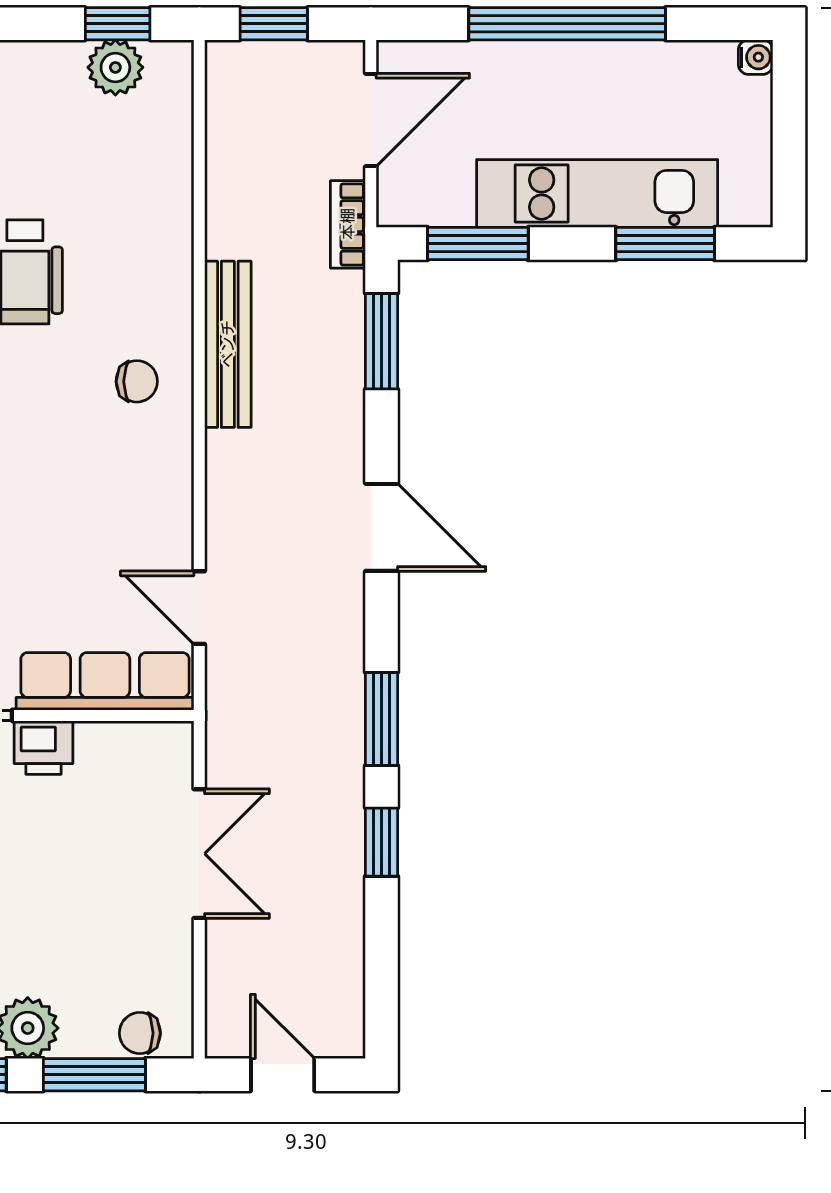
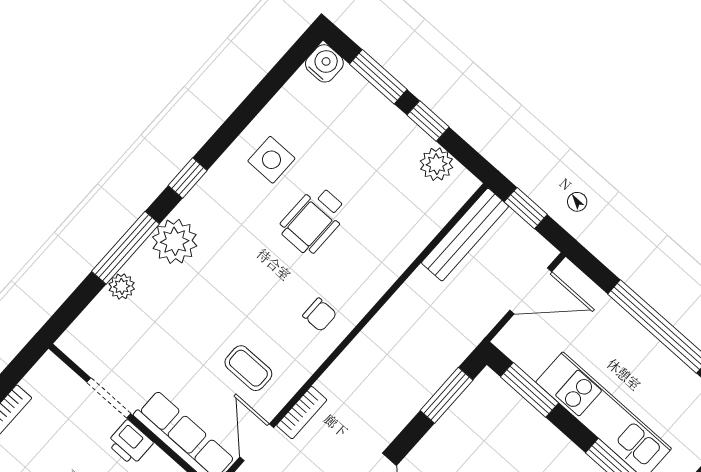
window: (118, 24) -> (428, 121), moved
bookcase: (348, 224) -> (302, 413), moved, turned 180
bench: (228, 344) -> (465, 235), moved
coffee table: (108, 525) -> (248, 368), added

